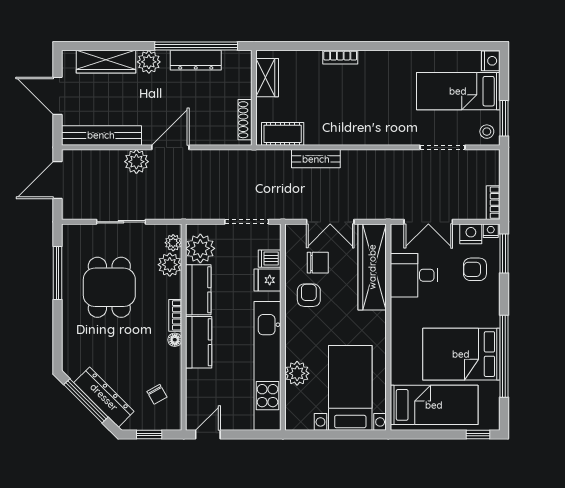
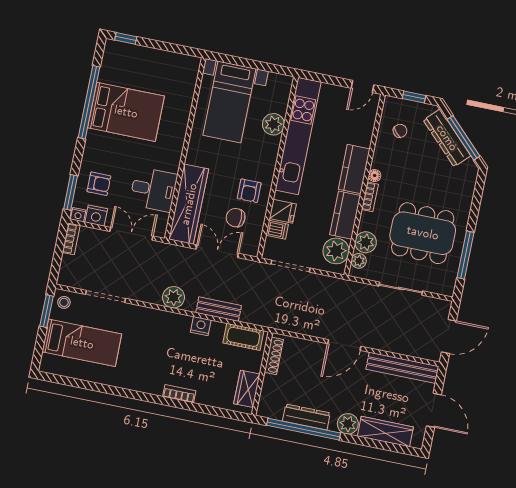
nightstand: (491, 61) -> (201, 326), moved, turned 90
plant: (136, 162) -> (173, 297), moved
dining table: (109, 287) -> (423, 233), width x1.38
chair: (157, 394) -> (400, 131), turned 78
bed: (434, 405) -> (159, 72), removed

